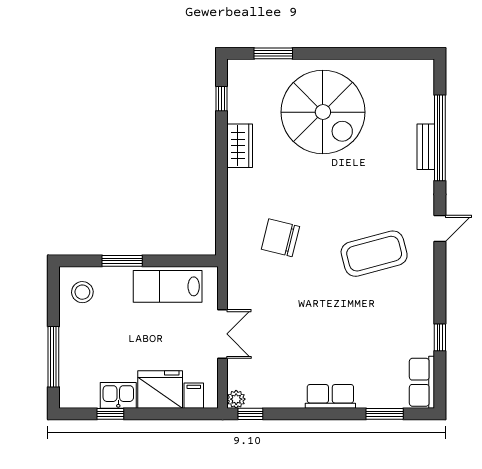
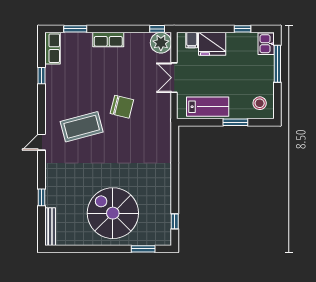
window: (440, 138) -> (41, 197), width x0.32
wardrobe: (240, 146) -> (164, 193), removed
bench: (426, 147) -> (50, 227), moved, width x1.36
chair: (280, 238) -> (122, 107), moved
kitchen sink: (118, 395) -> (266, 44), moved, turned 90
plant: (236, 399) -> (161, 43), width x1.88, depth x1.88

